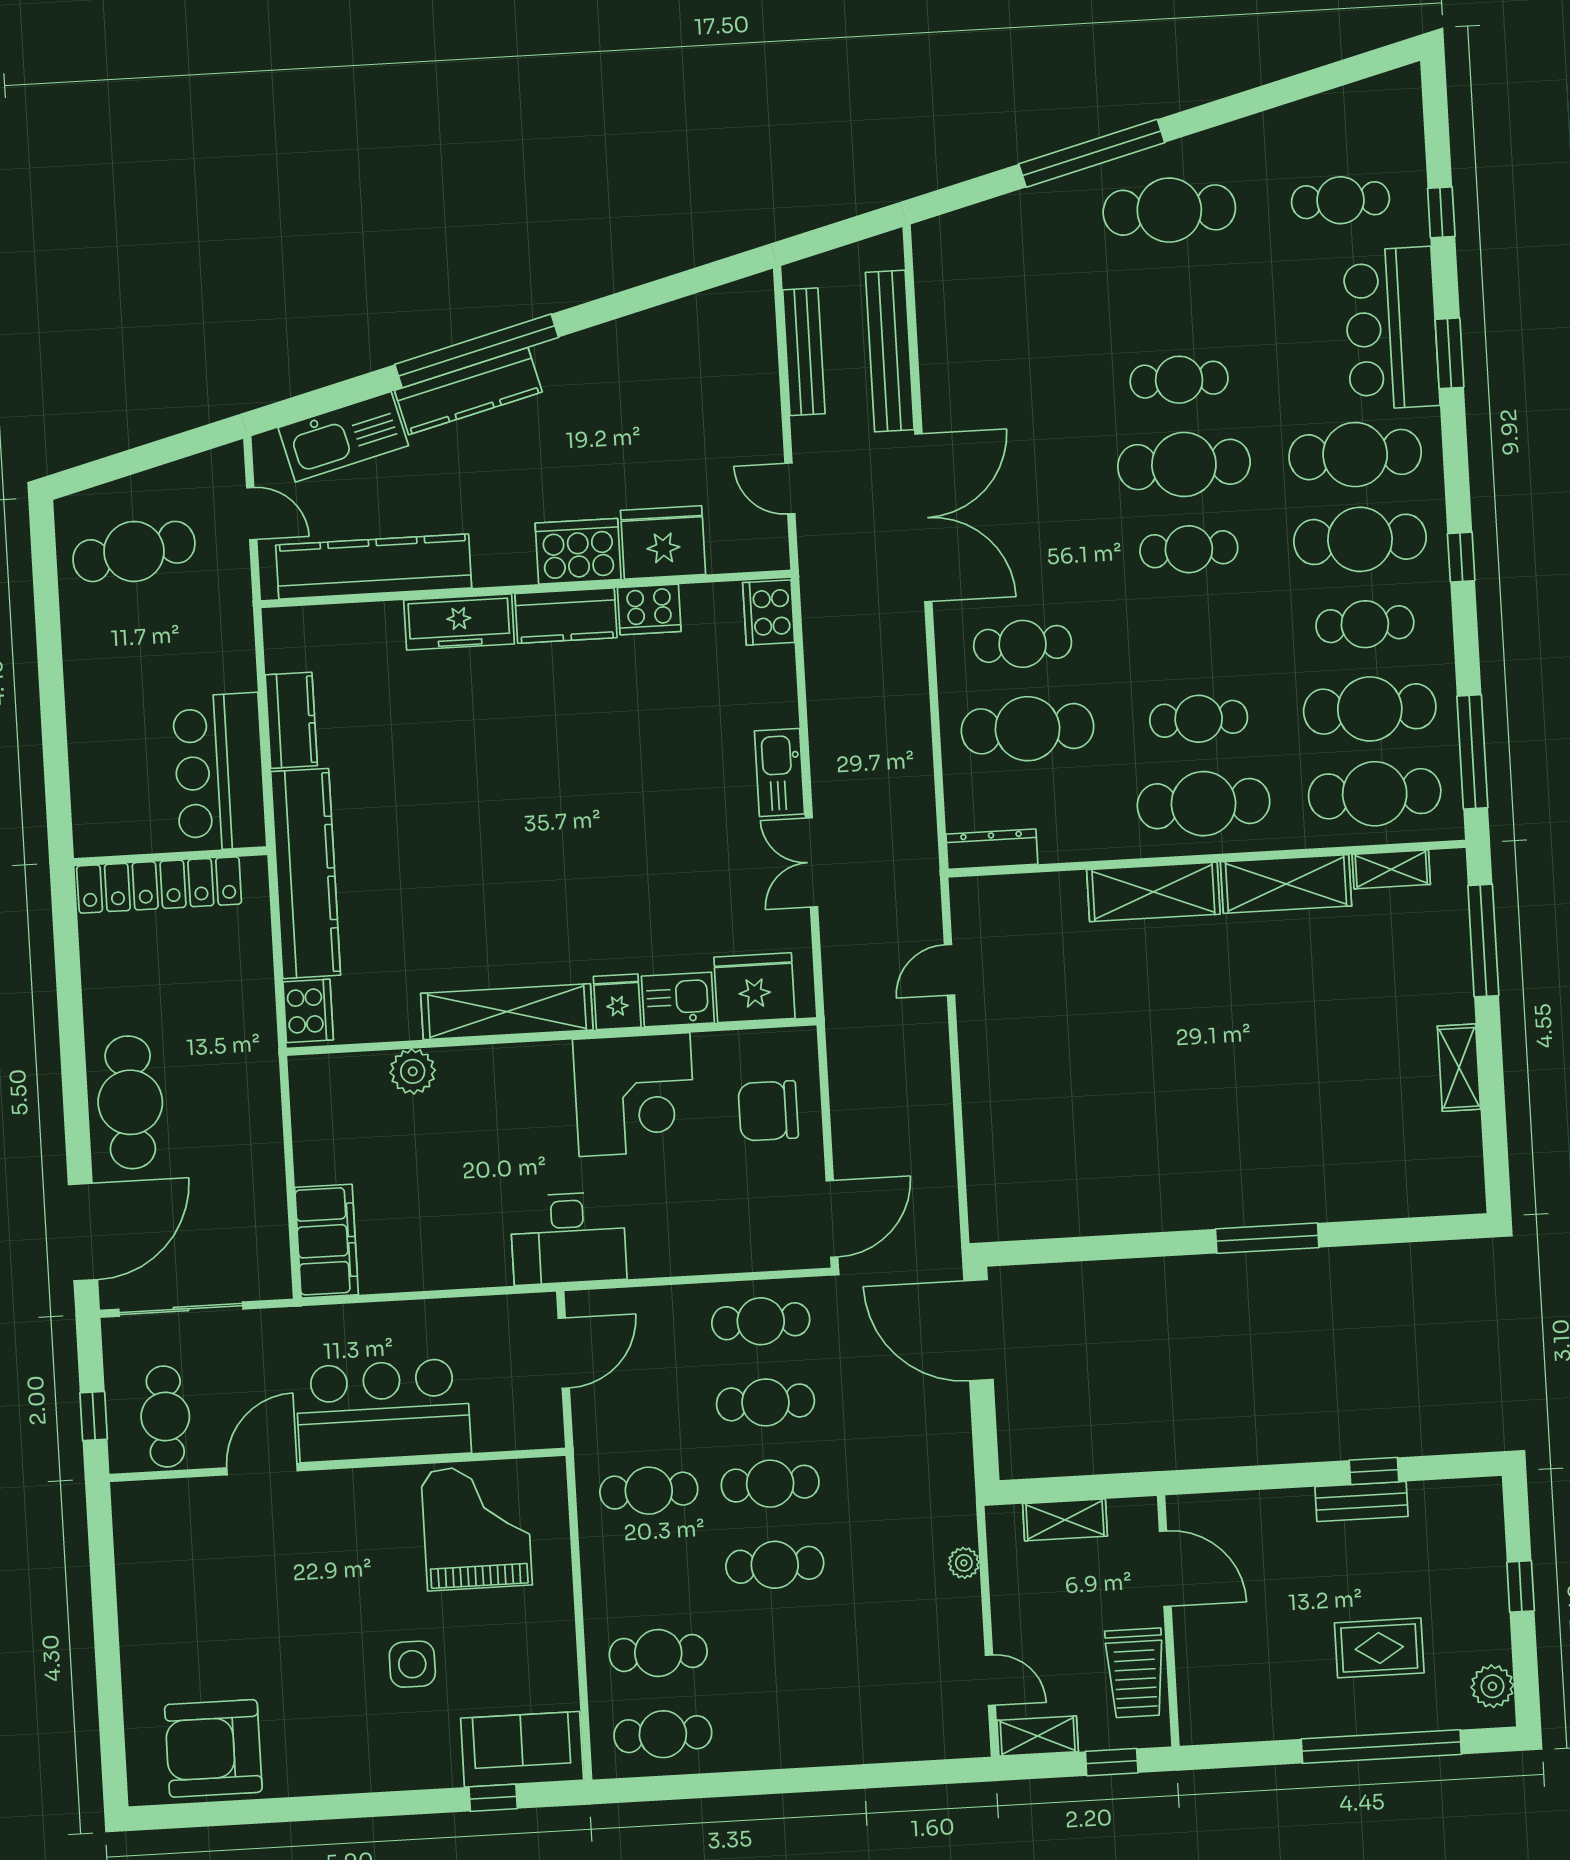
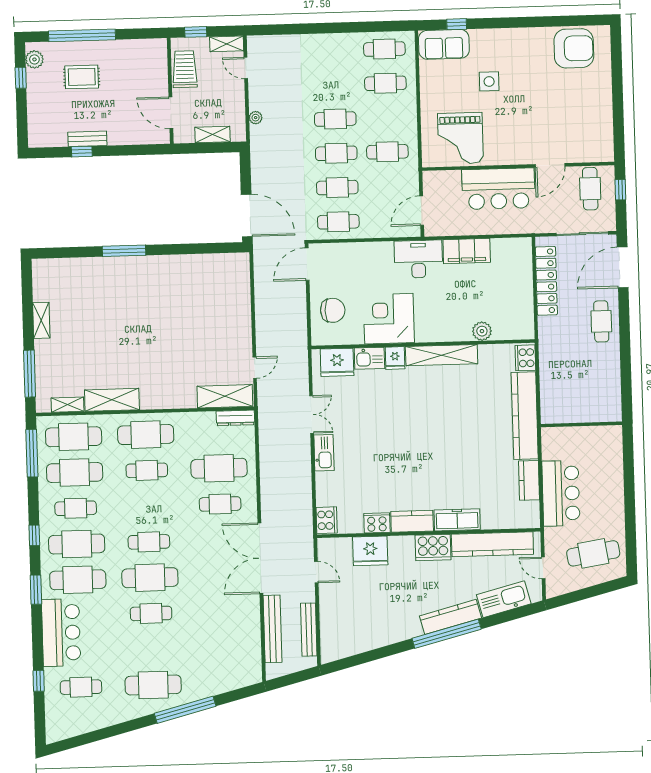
window: (1449, 353) -> (36, 590), moved
cooker: (578, 551) -> (433, 547), moved
bar counter: (219, 772) -> (561, 493), moved
locker: (159, 885) -> (546, 281), moved, turned 90
shelving: (1153, 892) -> (225, 396), moved
cafe table: (130, 1102) -> (601, 321), width x0.73, depth x0.74
filing cabinet: (327, 1241) -> (467, 251), moved, turned -90
window: (1521, 1586) -> (21, 78), moved

